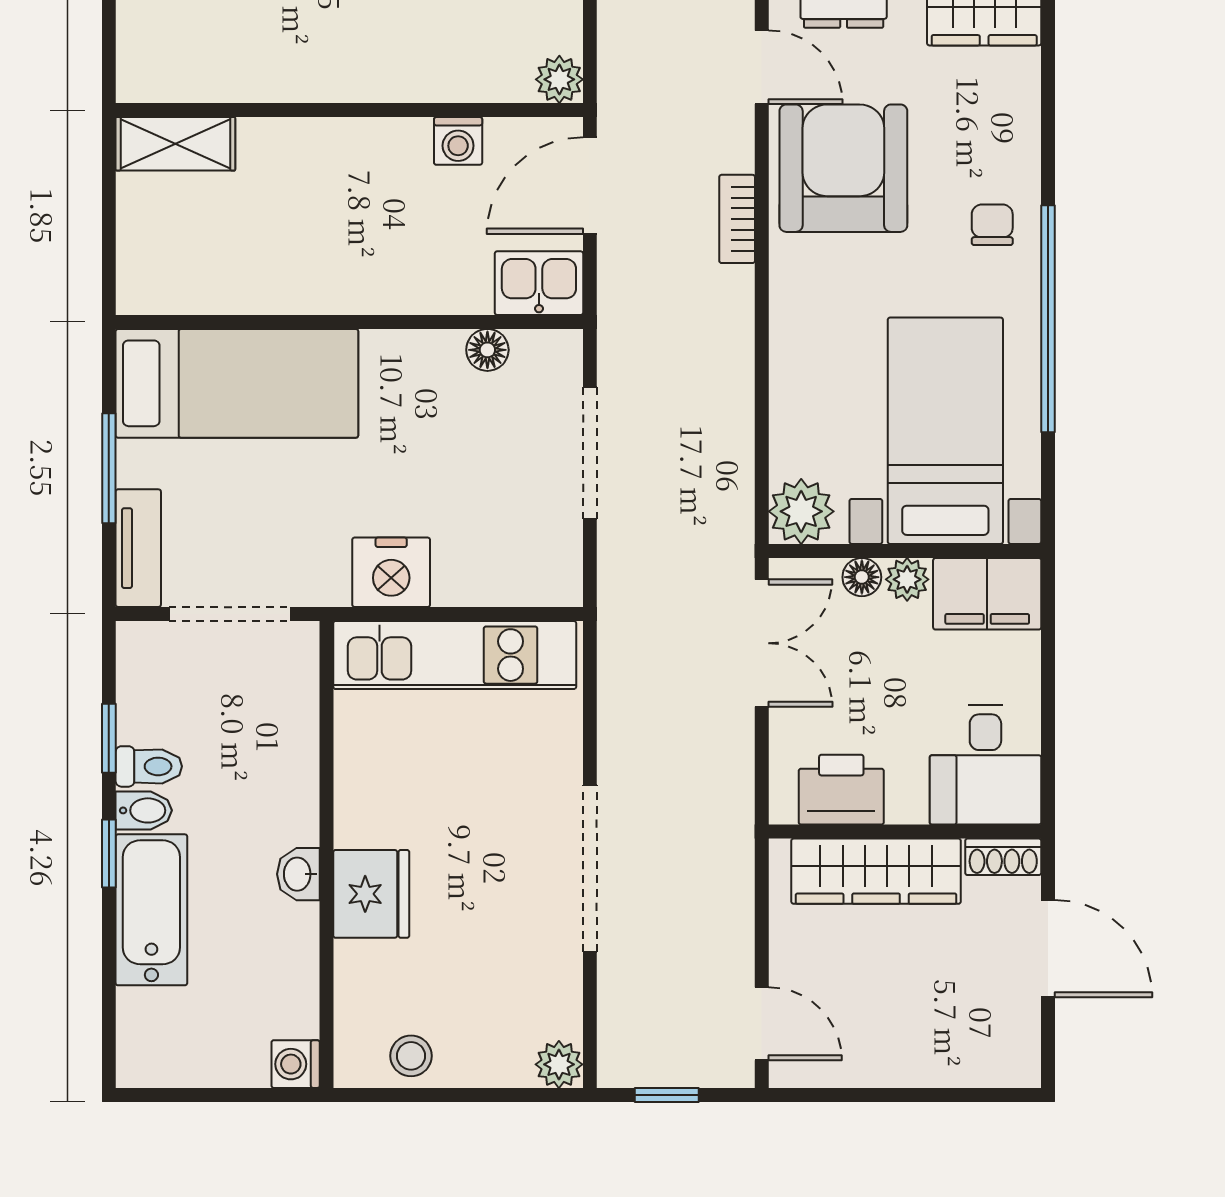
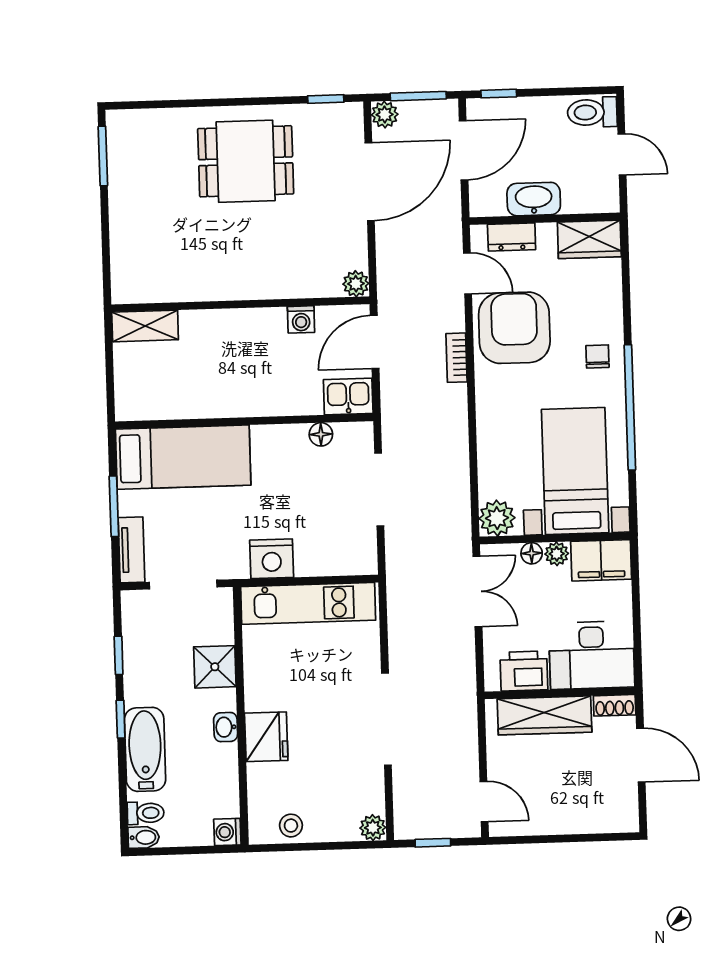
shower: (282, 764) -> (215, 667), added
desk: (985, 765) -> (592, 655), width x1.37
toilet: (149, 766) -> (146, 813), moved
bidet: (144, 810) -> (144, 837), moved

